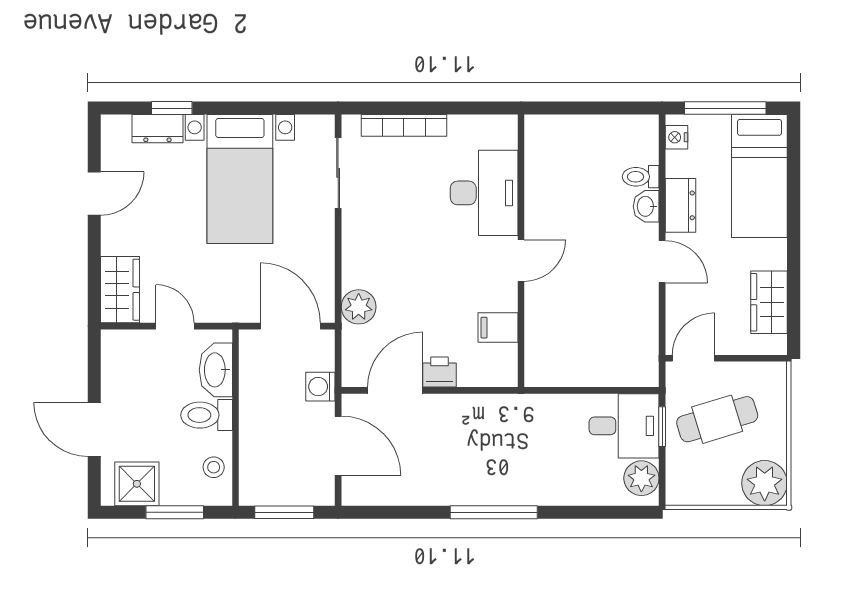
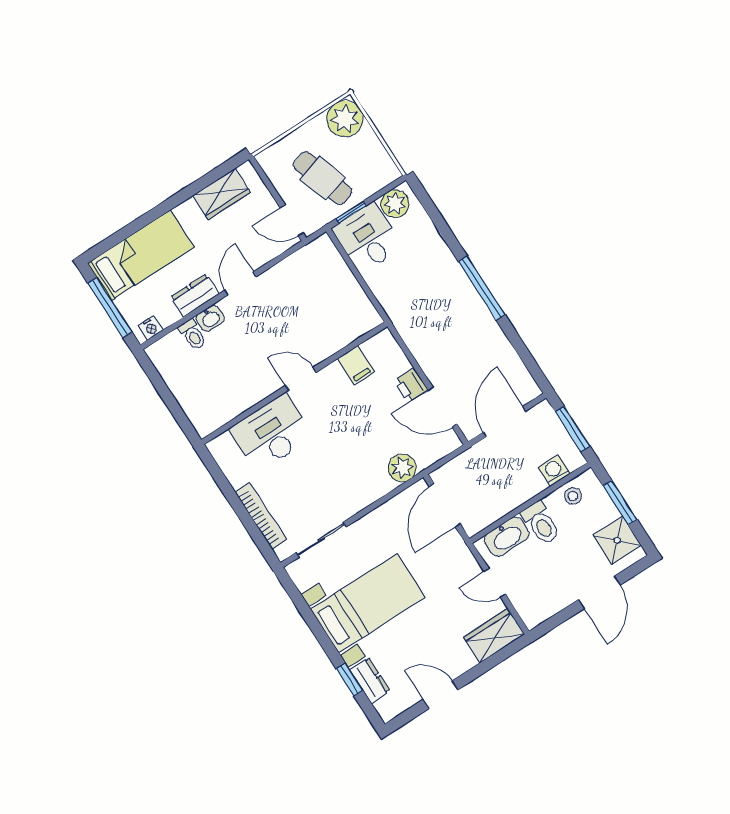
door: (175, 326) -> (495, 583), hinge flipped
washing machine: (320, 387) -> (554, 470), moved, turned 180

